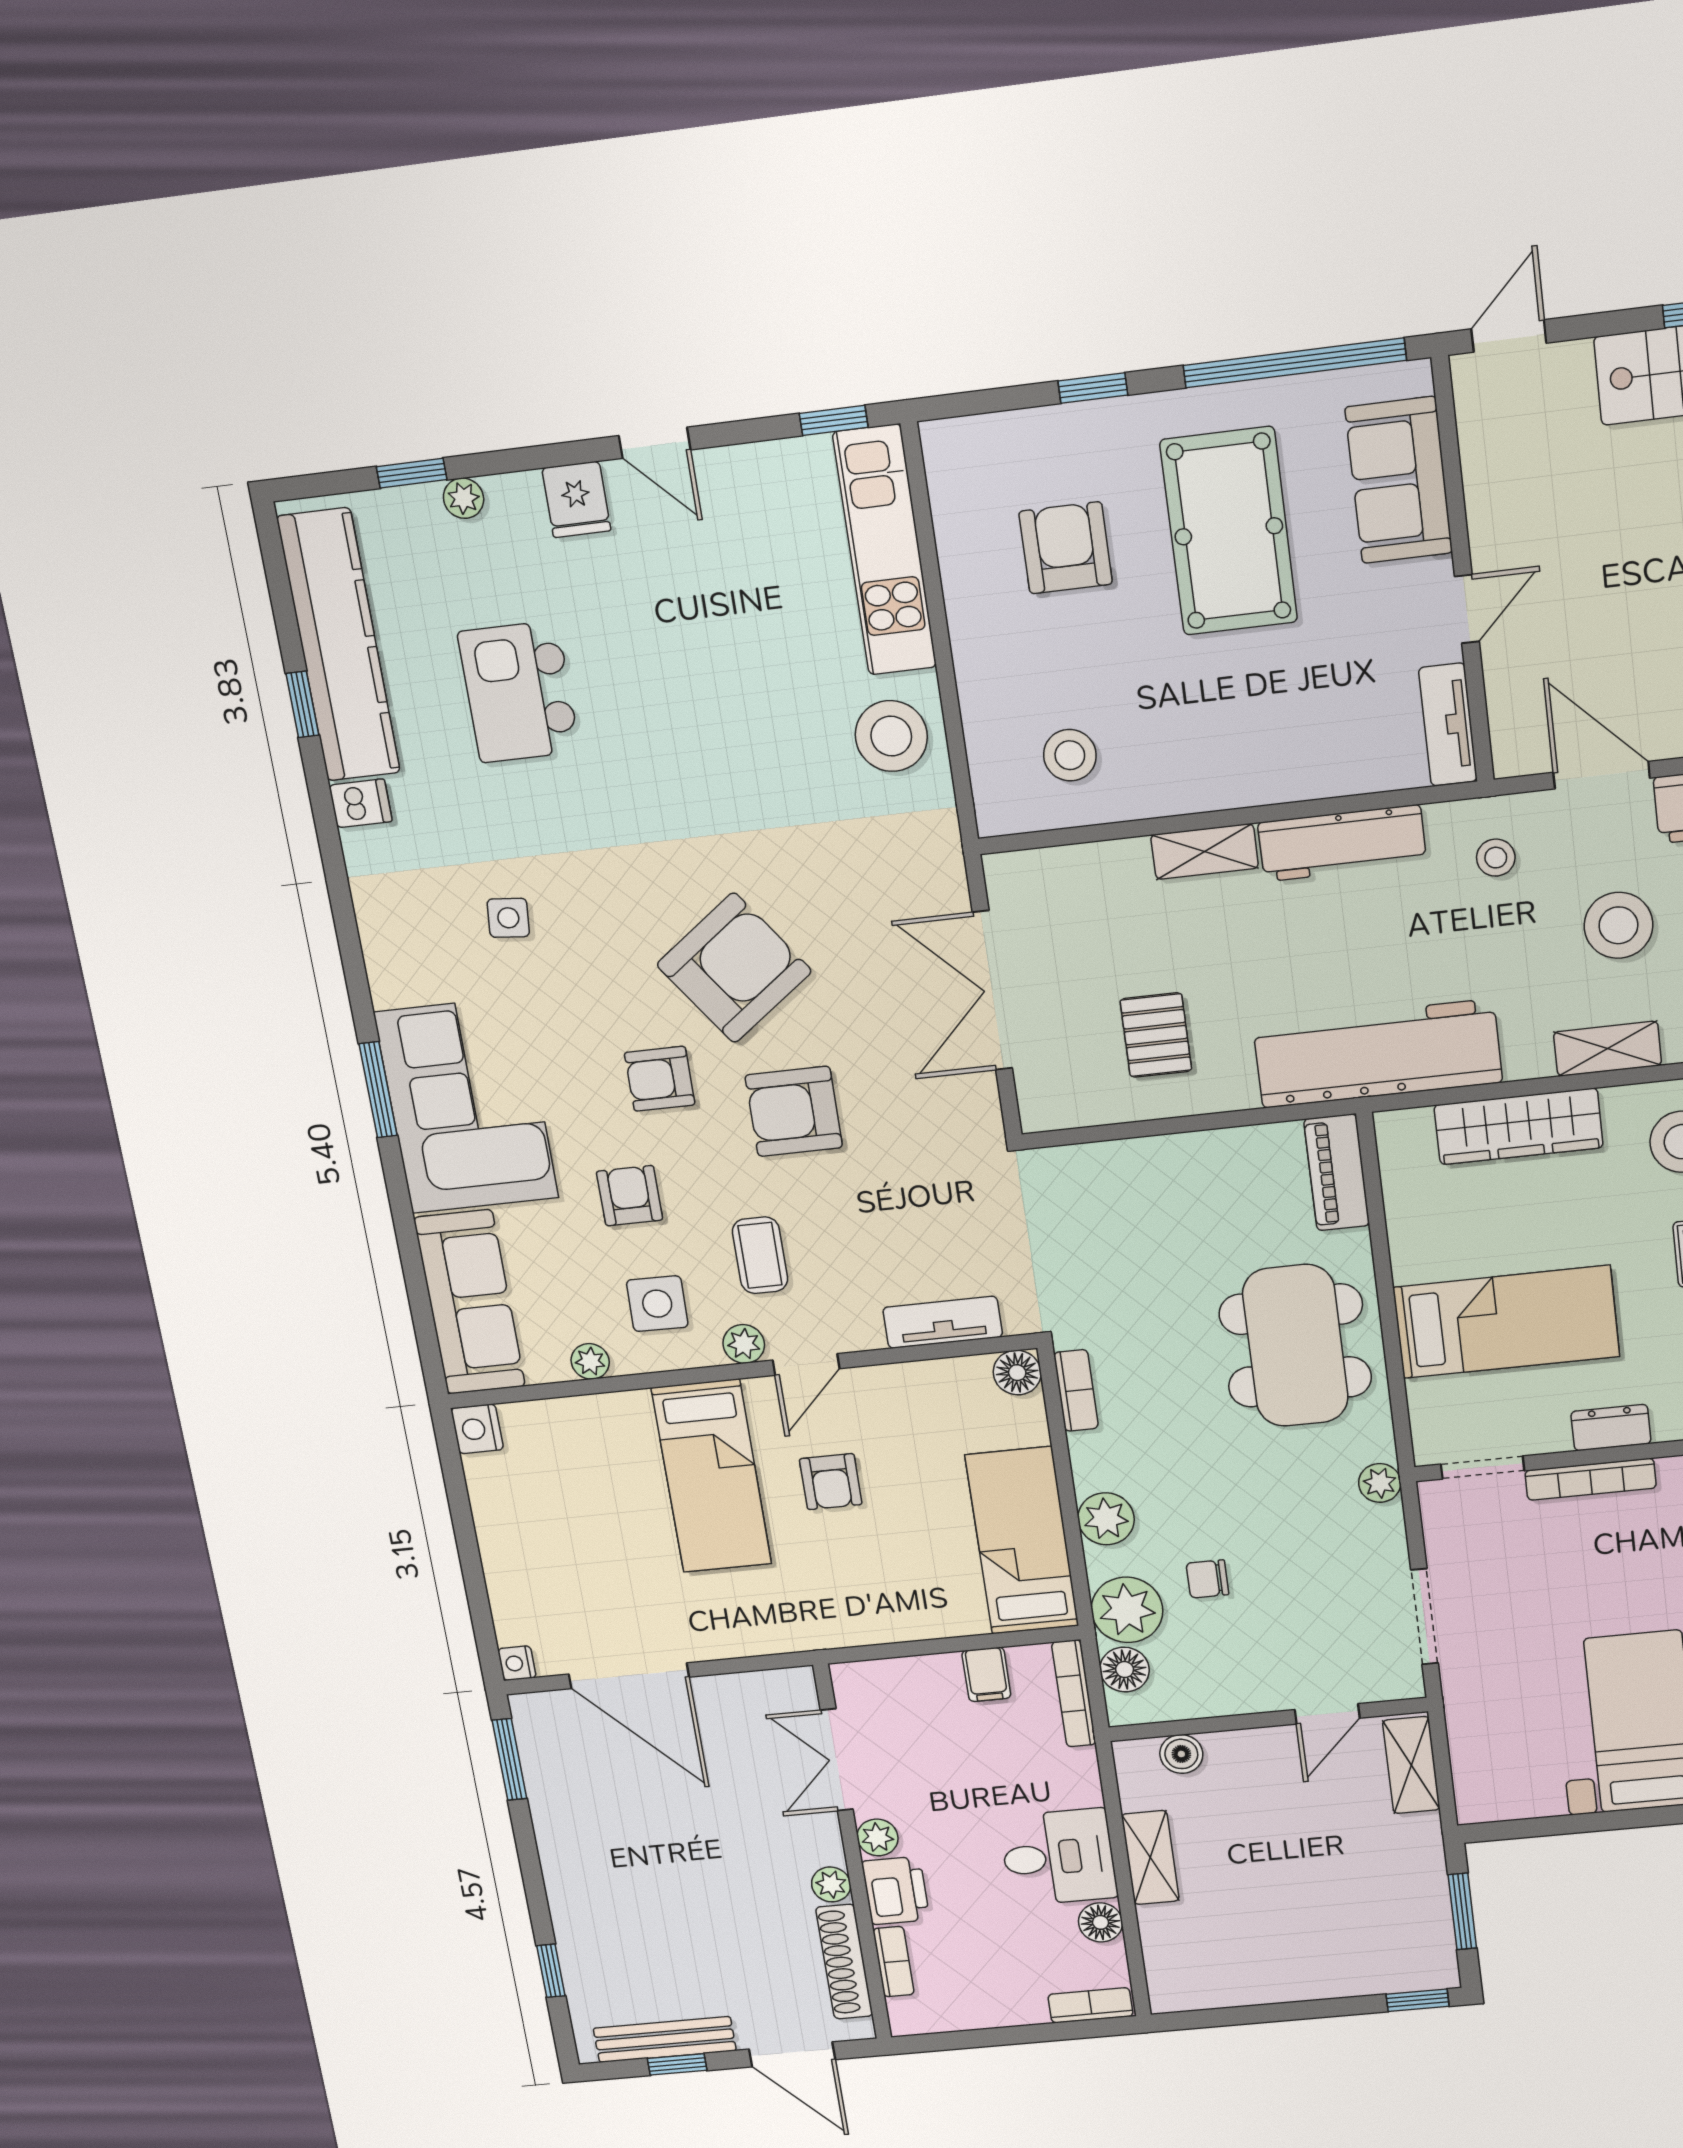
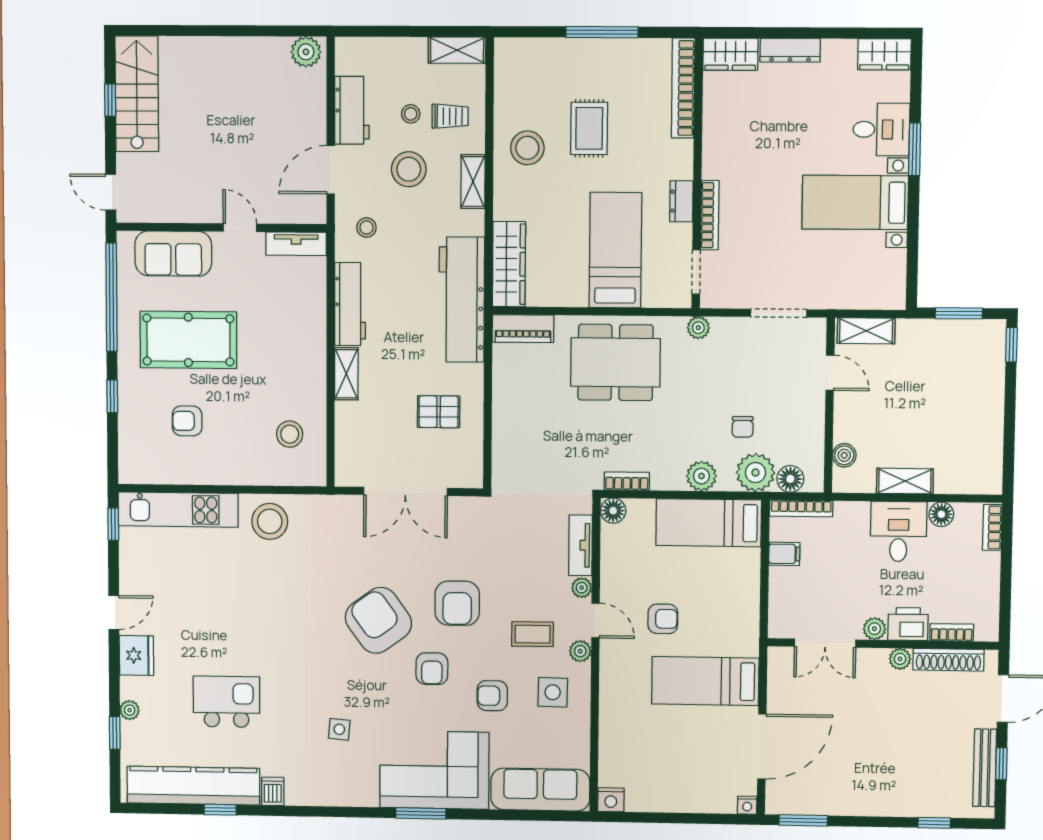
fridge: (576, 499) -> (136, 655), width x1.38
armchair: (1066, 548) -> (187, 421), width x0.72, depth x0.72
kitchen island: (519, 692) -> (226, 702), turned 180
wardrobe: (1519, 1126) -> (509, 264), moved
plant: (590, 1361) -> (582, 588), moved
bed: (711, 1476) -> (705, 681), moved, turned 180

